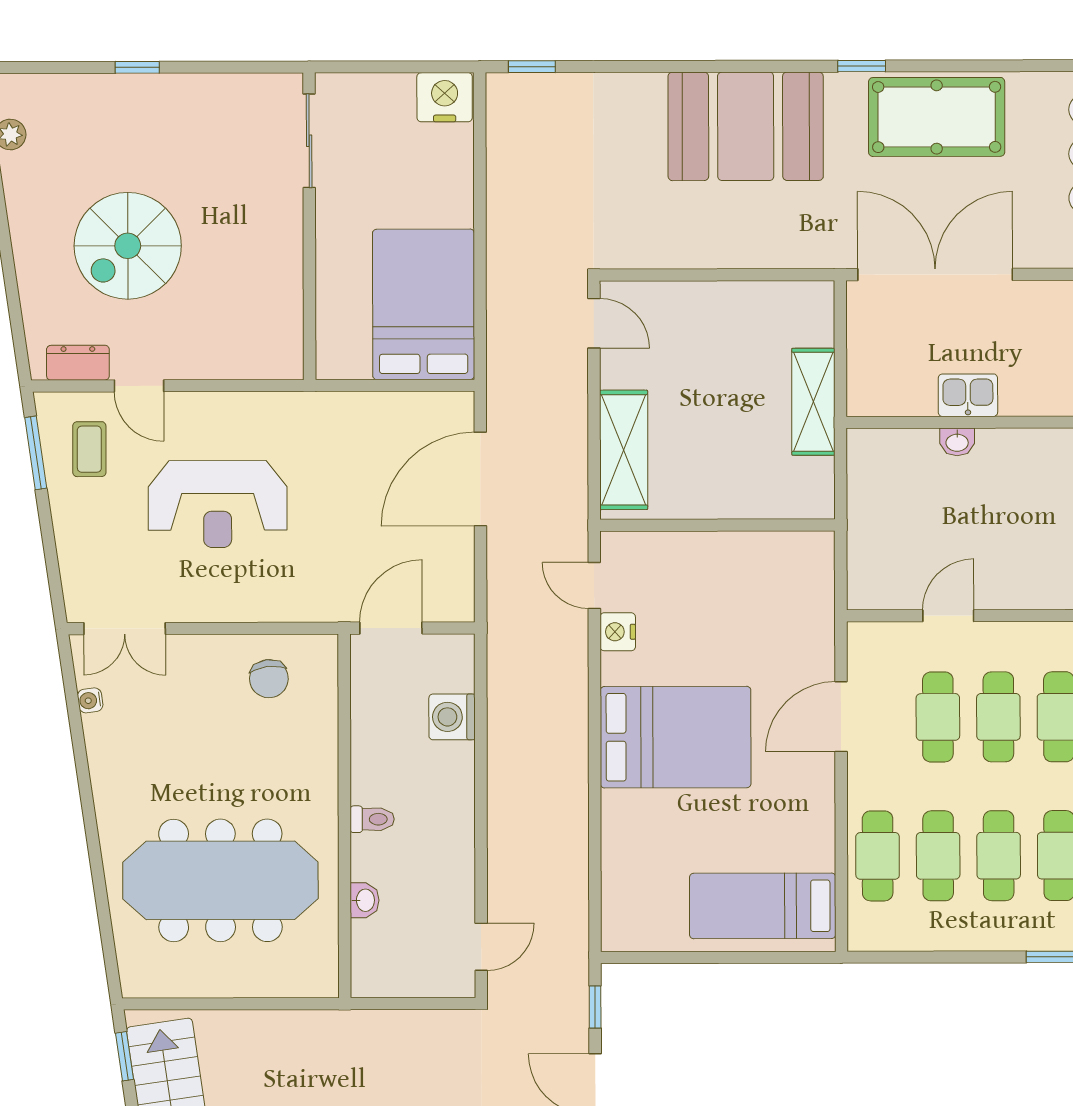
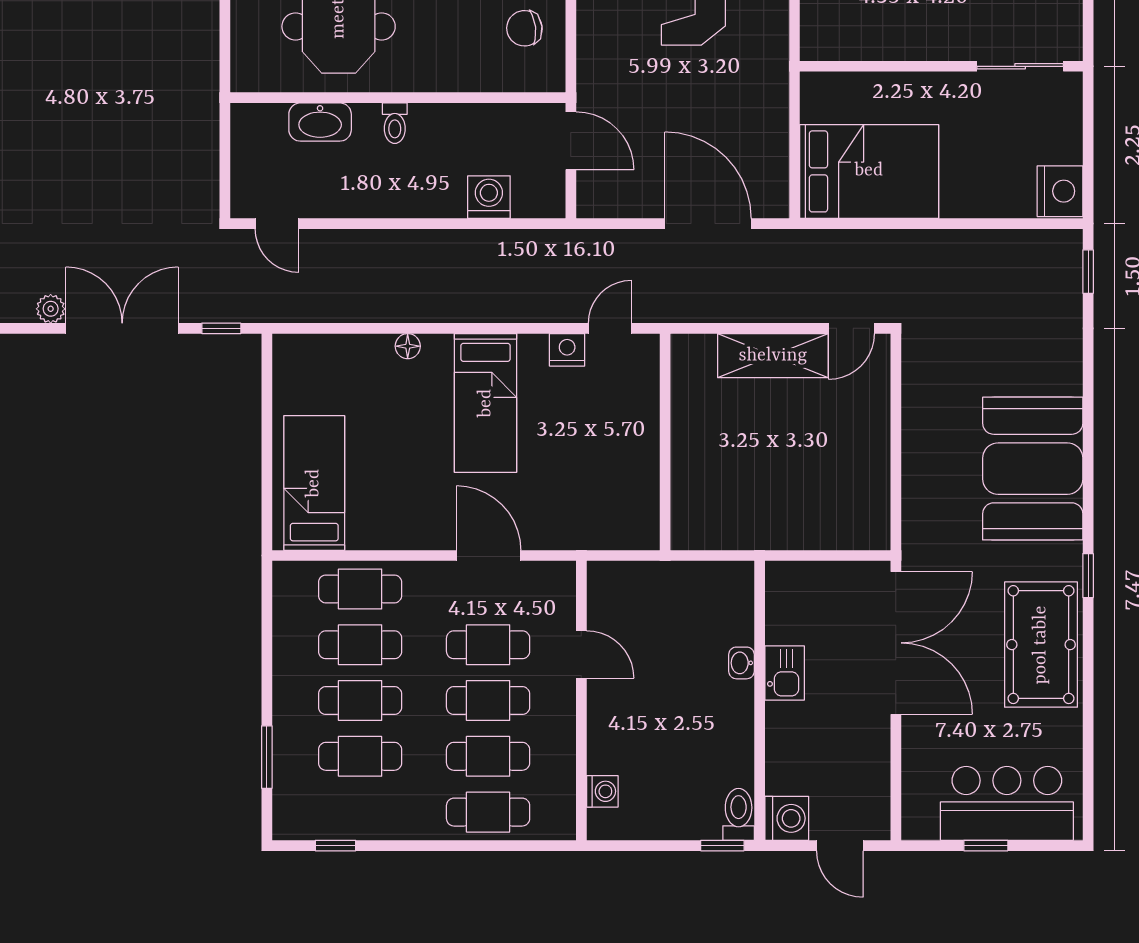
shelving: (813, 402) -> (779, 530), removed
shelving: (624, 450) -> (773, 356), moved
bed: (676, 737) -> (486, 403), width x0.67
floor lamp: (614, 805) -> (408, 346), added
washbasin: (365, 900) -> (320, 122), width x1.91, depth x1.45

